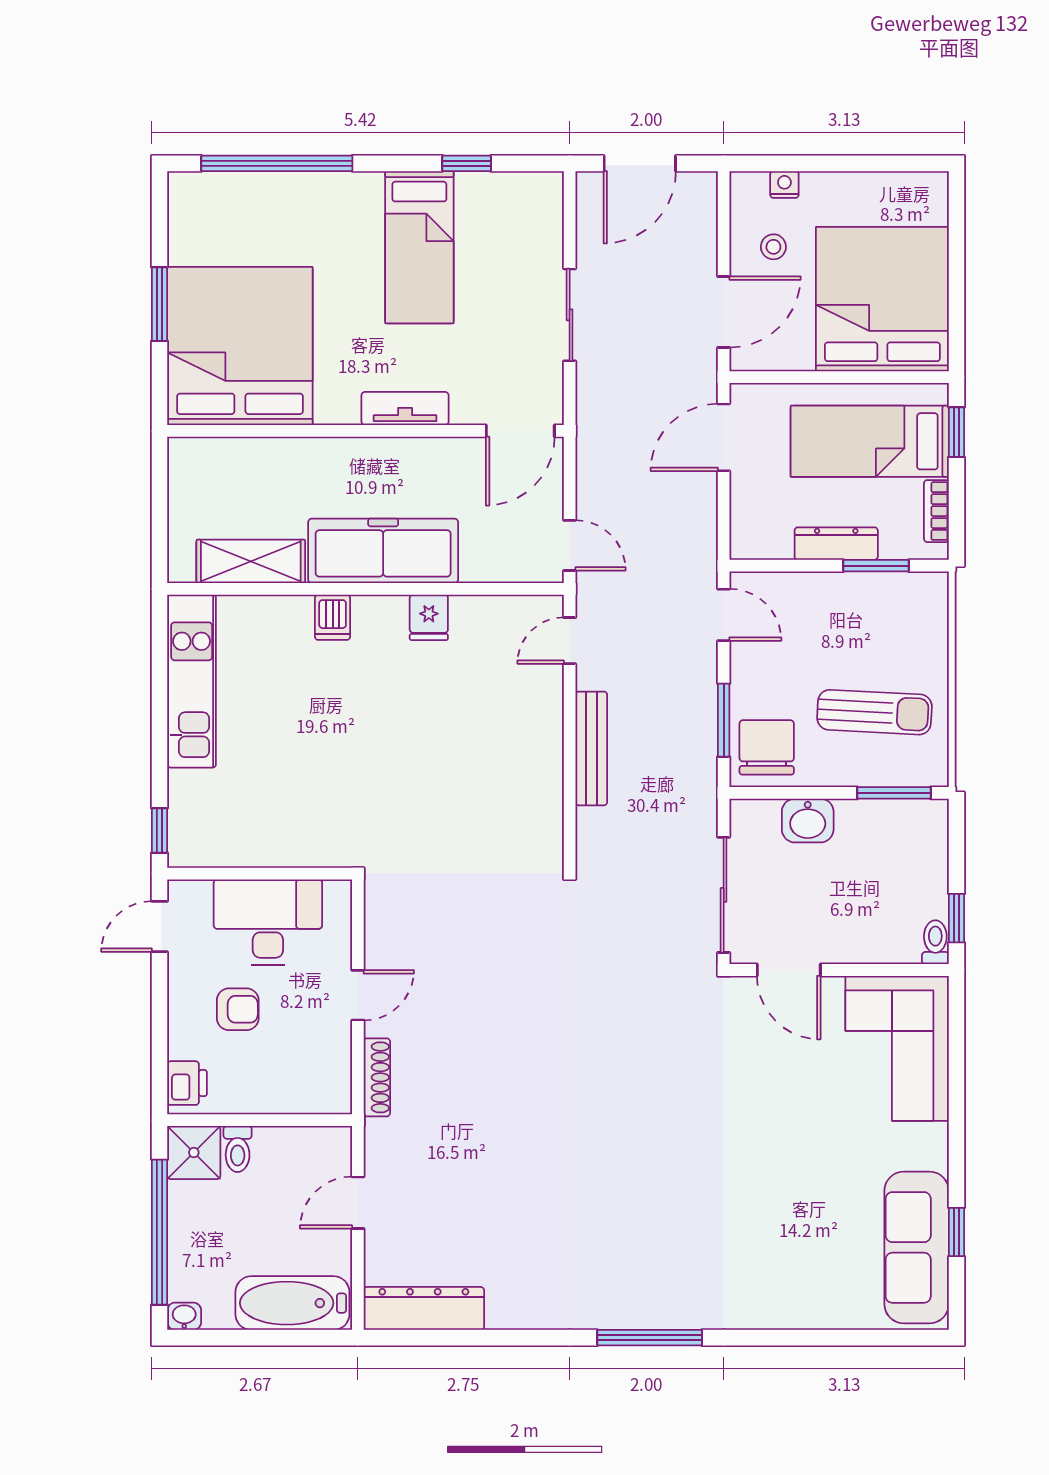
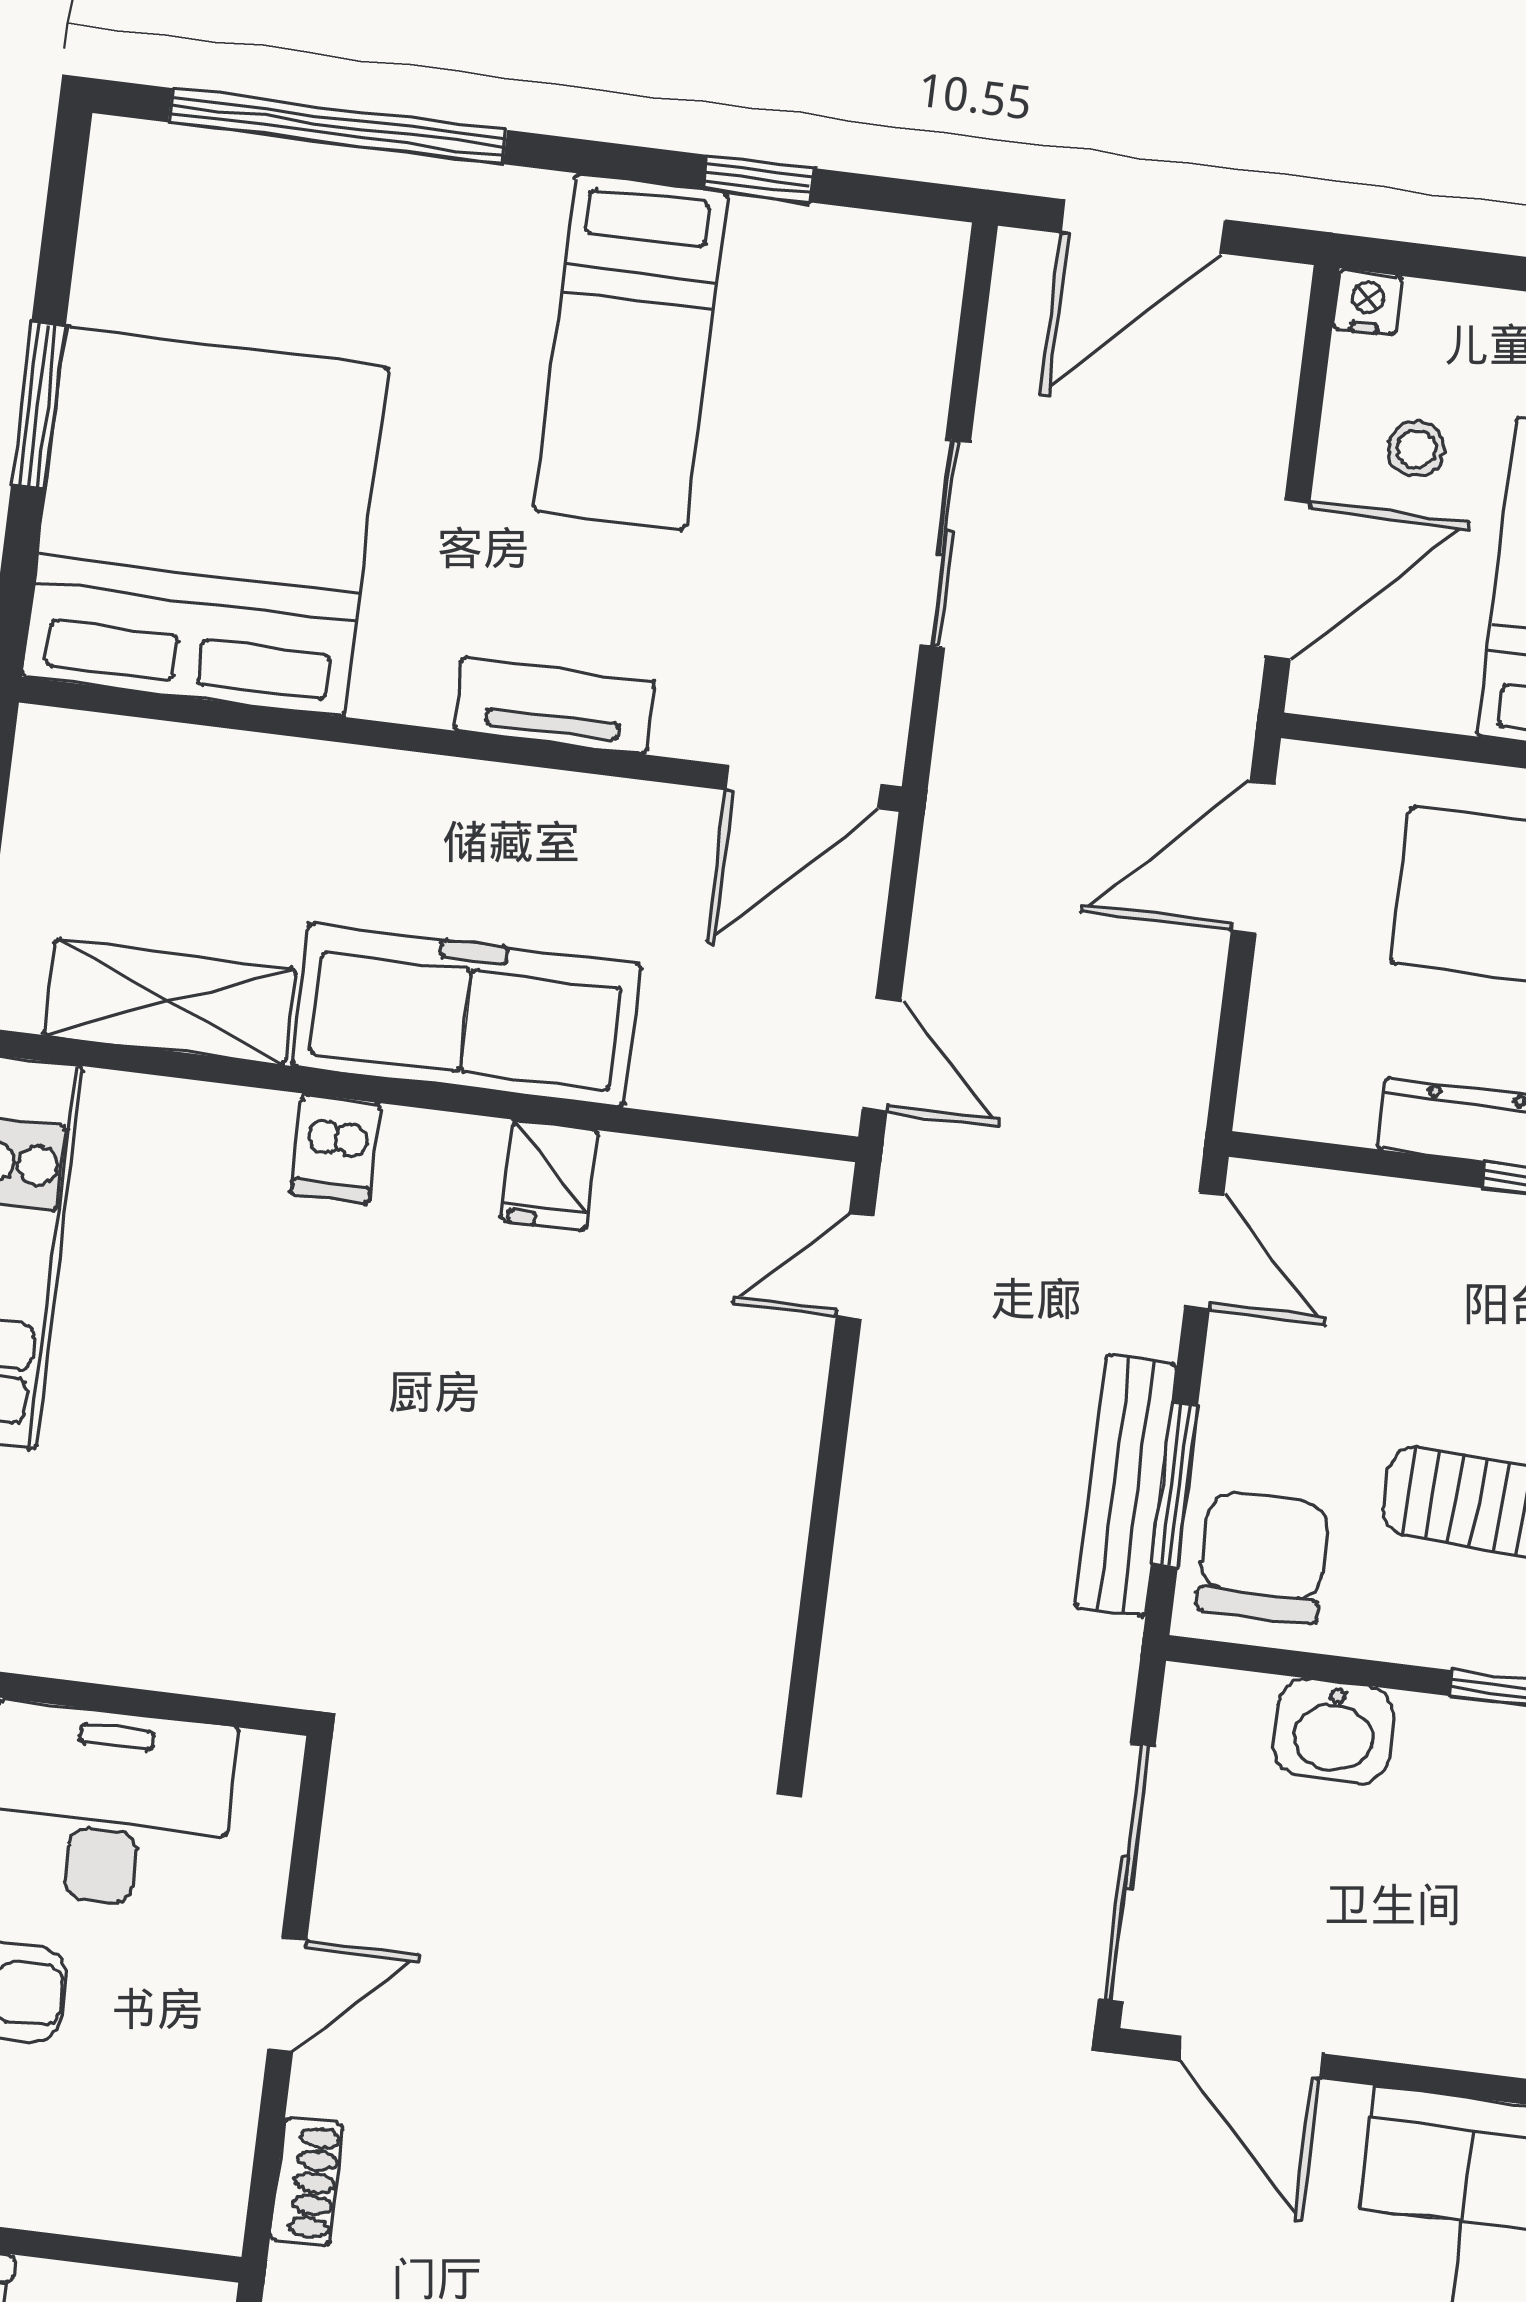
nightstand: (784, 184) -> (1367, 302), moved
bench: (591, 748) -> (1126, 1486), moved
shoe rack: (377, 1077) -> (307, 2182), width x0.70

